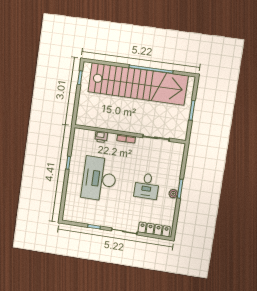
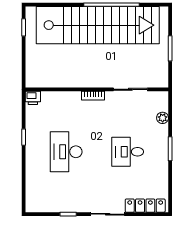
printer: (101, 137) -> (33, 98), moved
desk: (99, 179) -> (66, 152), width x0.73, depth x0.77
desk: (147, 186) -> (128, 152), turned 90
plant: (173, 194) -> (163, 118), moved

